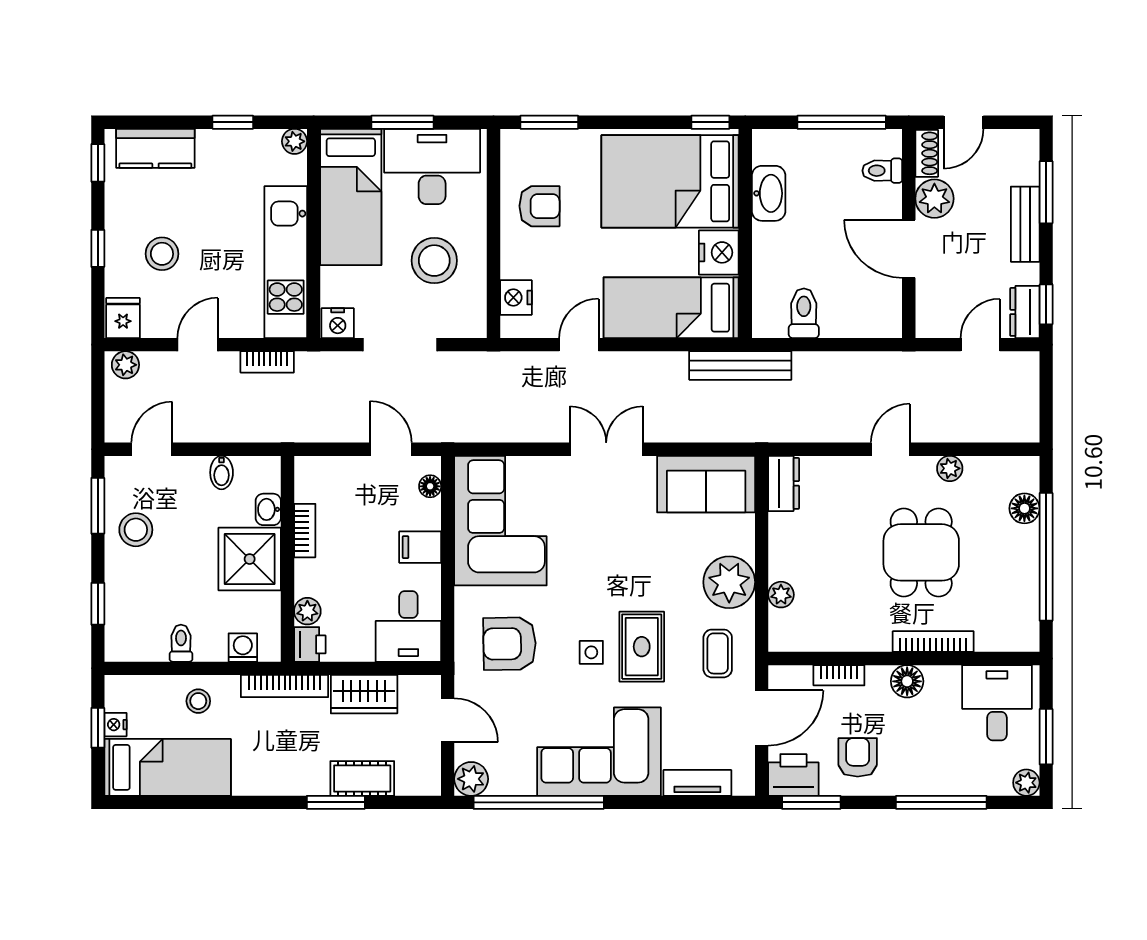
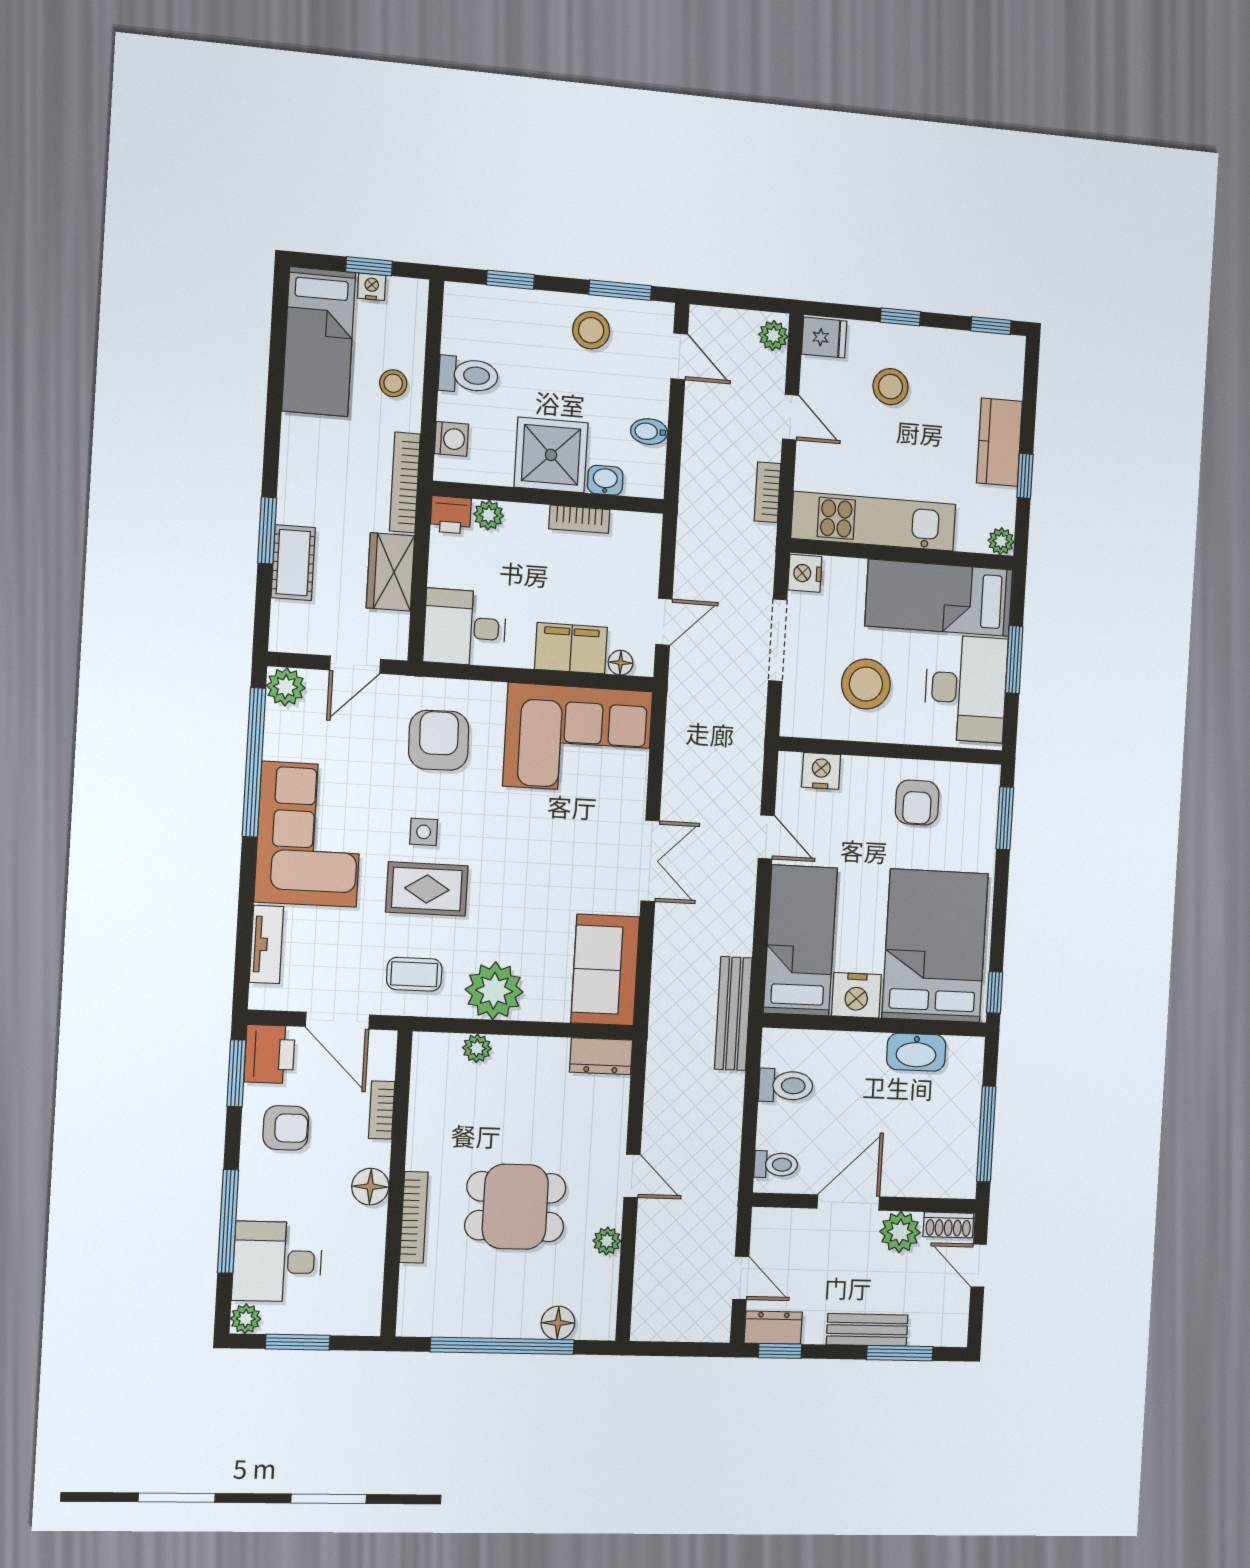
kitchen counter: (155, 148) -> (999, 442), moved
toilet: (882, 171) -> (776, 1164), moved, turned 90
filing cabinet: (420, 547) -> (571, 648), width x2.00
toilet: (181, 643) -> (468, 375), width x1.37, depth x1.39
desk: (997, 703) -> (277, 1262), moved, turned 180

